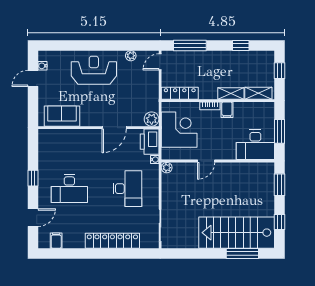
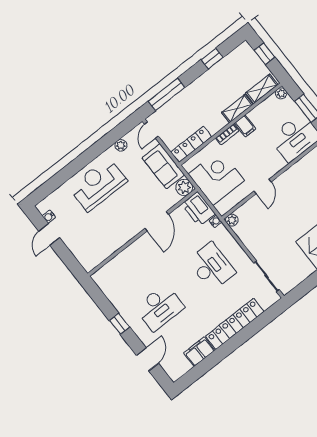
plant: (269, 107) -> (281, 93), added
sofa: (62, 116) -> (163, 166), moved, turned -90
filing cabinet: (56, 241) -> (199, 352), moved, width x2.00

